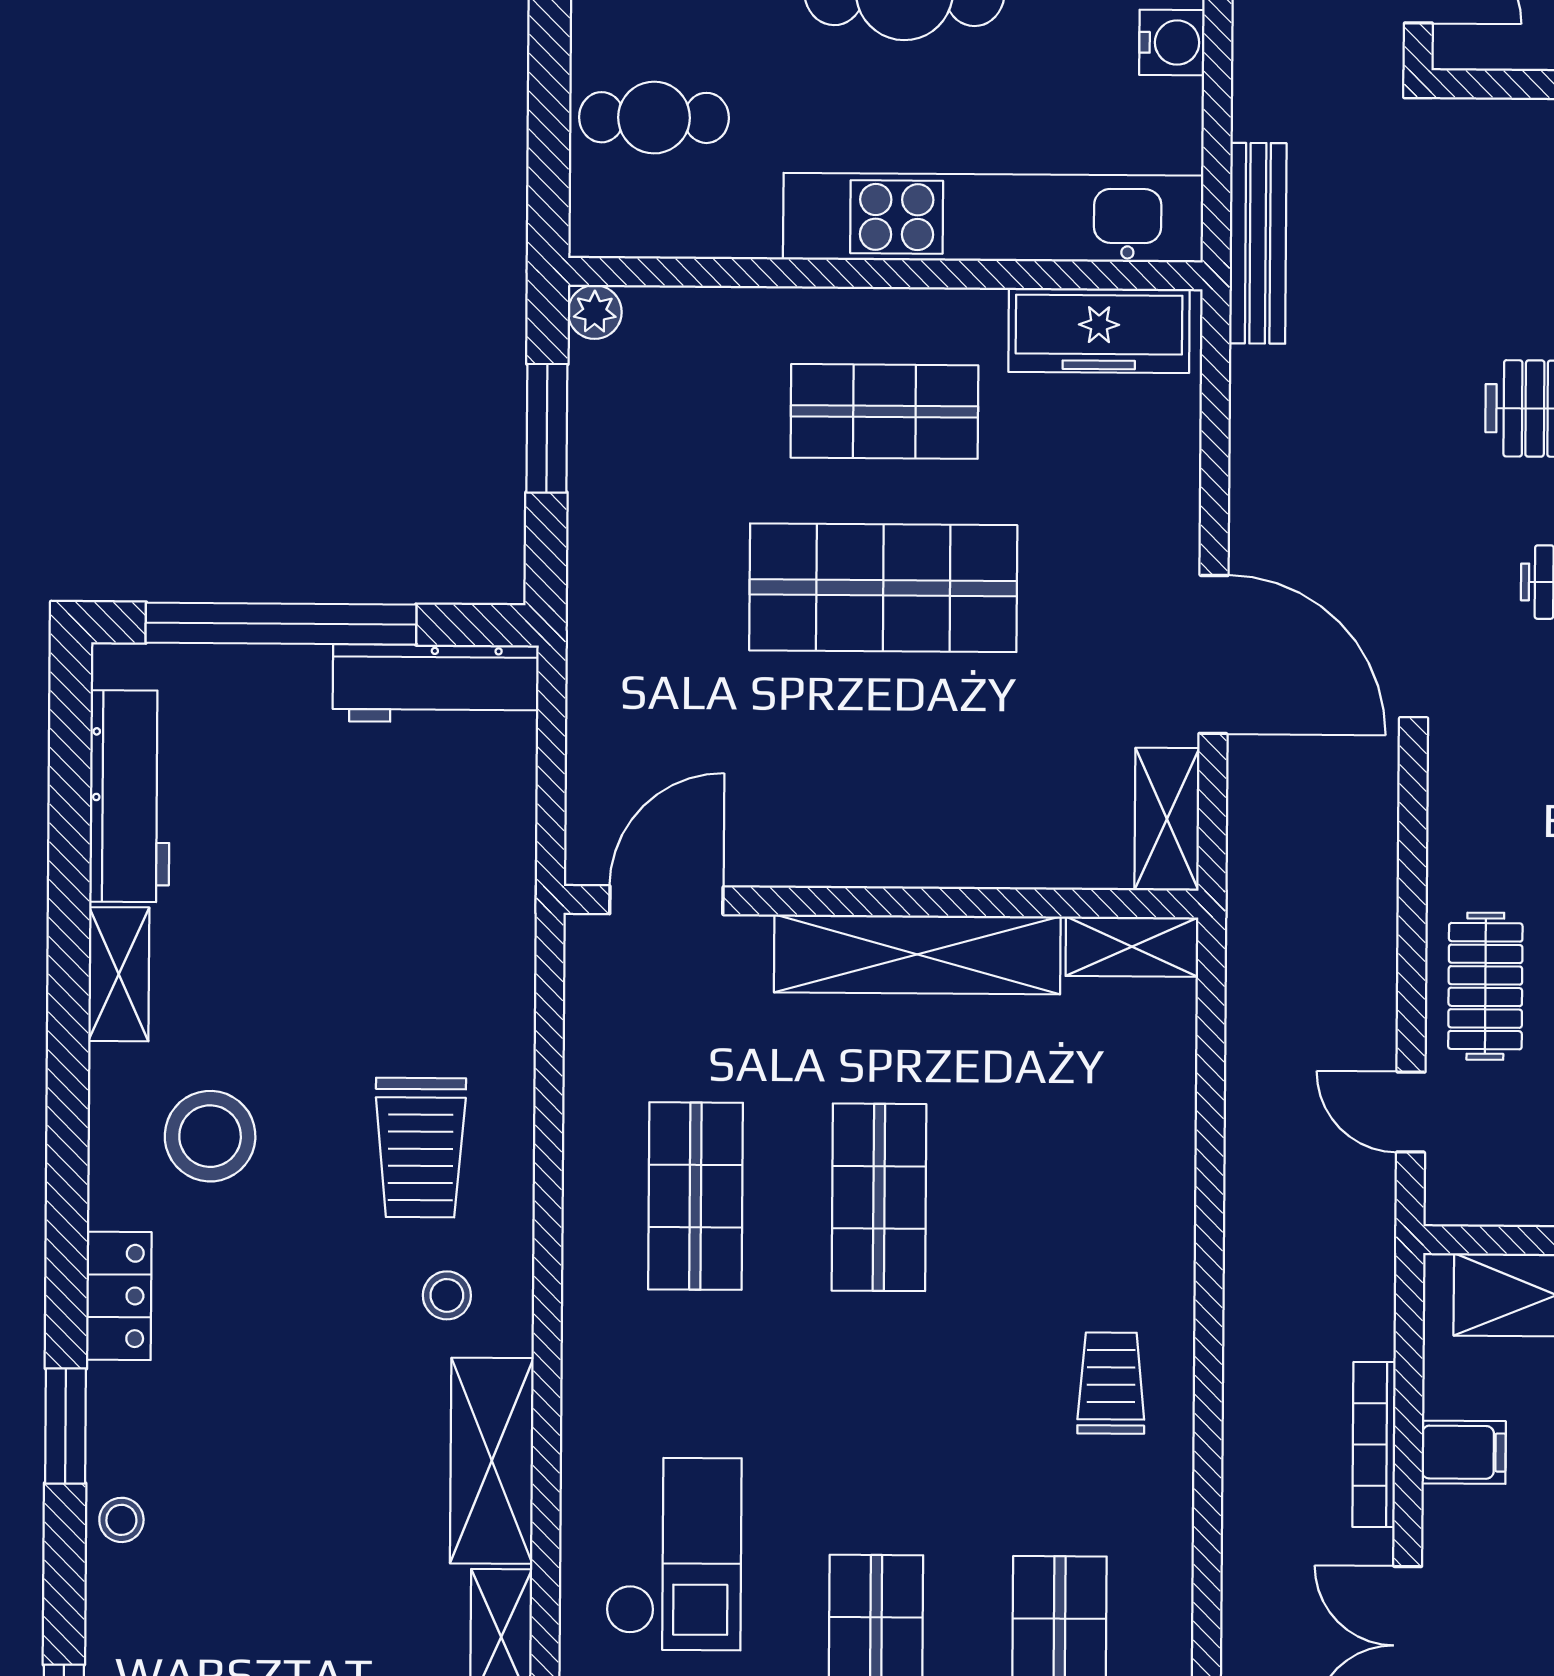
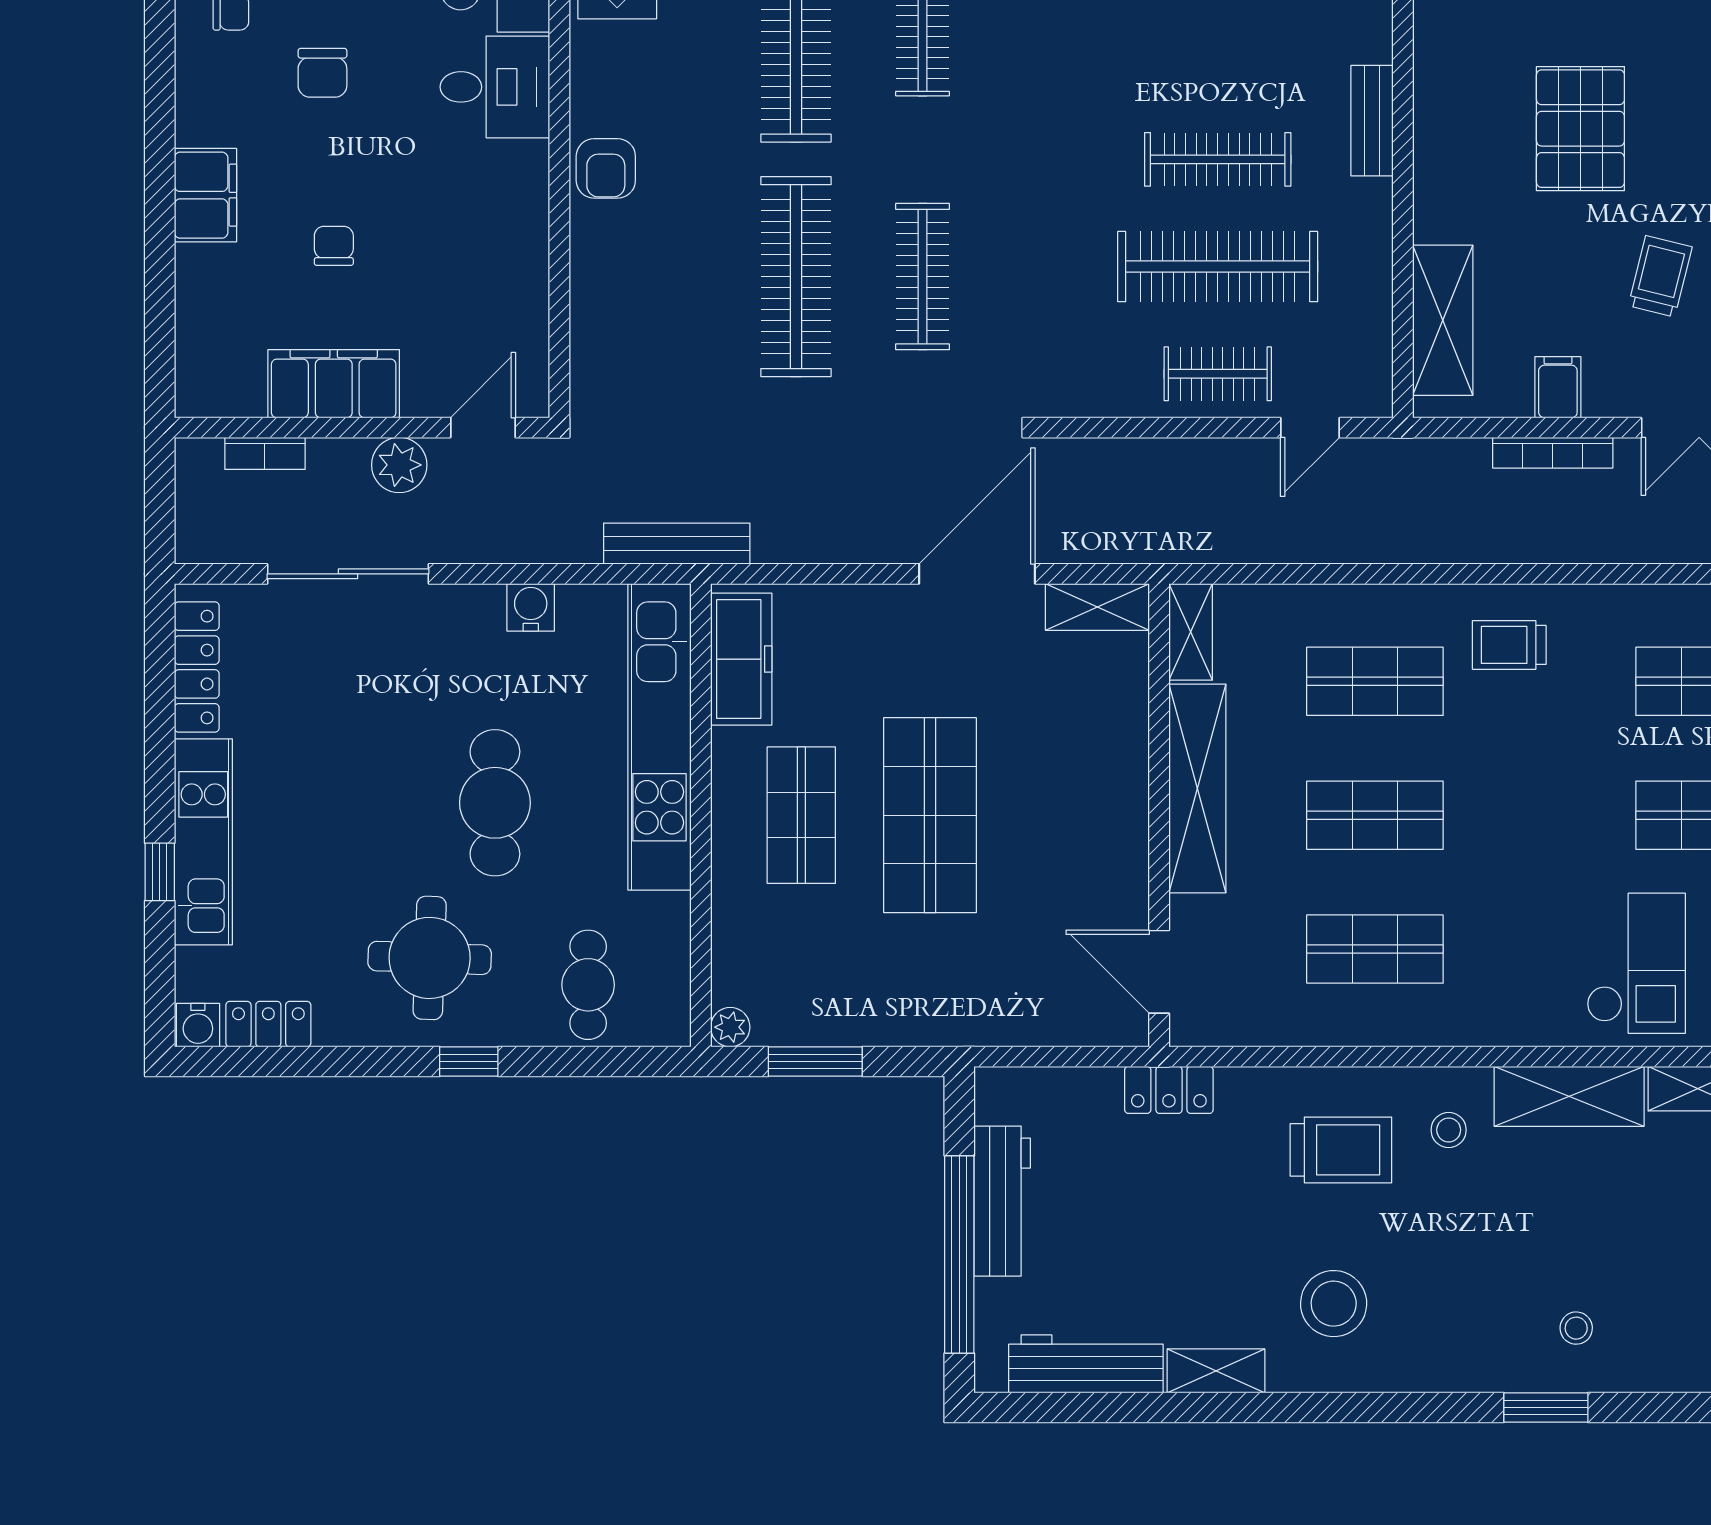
workbench: (436, 683) -> (1002, 1201), moved
shop shelf: (1062, 1199) -> (1375, 681), added
locker: (119, 1296) -> (1169, 1090), moved, turned 180
stool: (121, 1520) -> (1576, 1328), moved
checkout: (674, 1554) -> (1636, 963), turned 90

